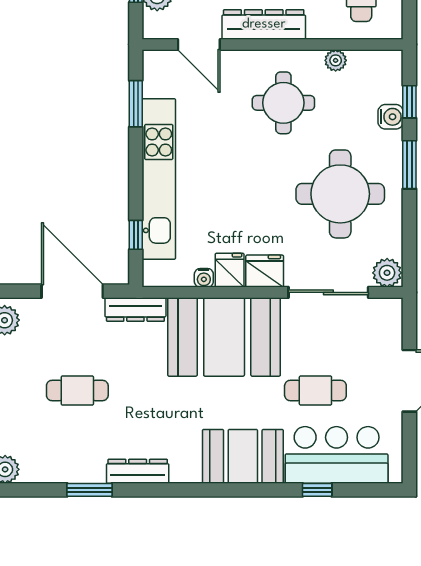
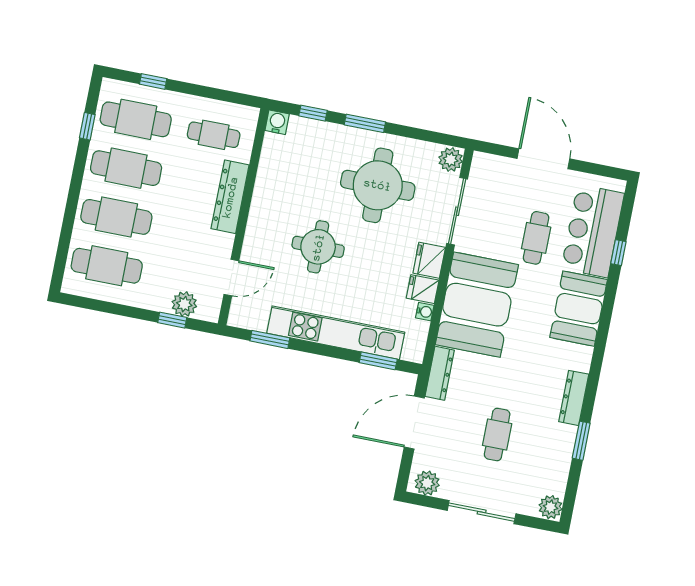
dresser: (264, 24) -> (230, 197), moved
plant: (336, 60) -> (267, 167), removed
round table: (283, 103) -> (318, 247), moved
water cooler: (391, 117) -> (277, 122), moved
window: (136, 235) -> (378, 361), width x1.50

